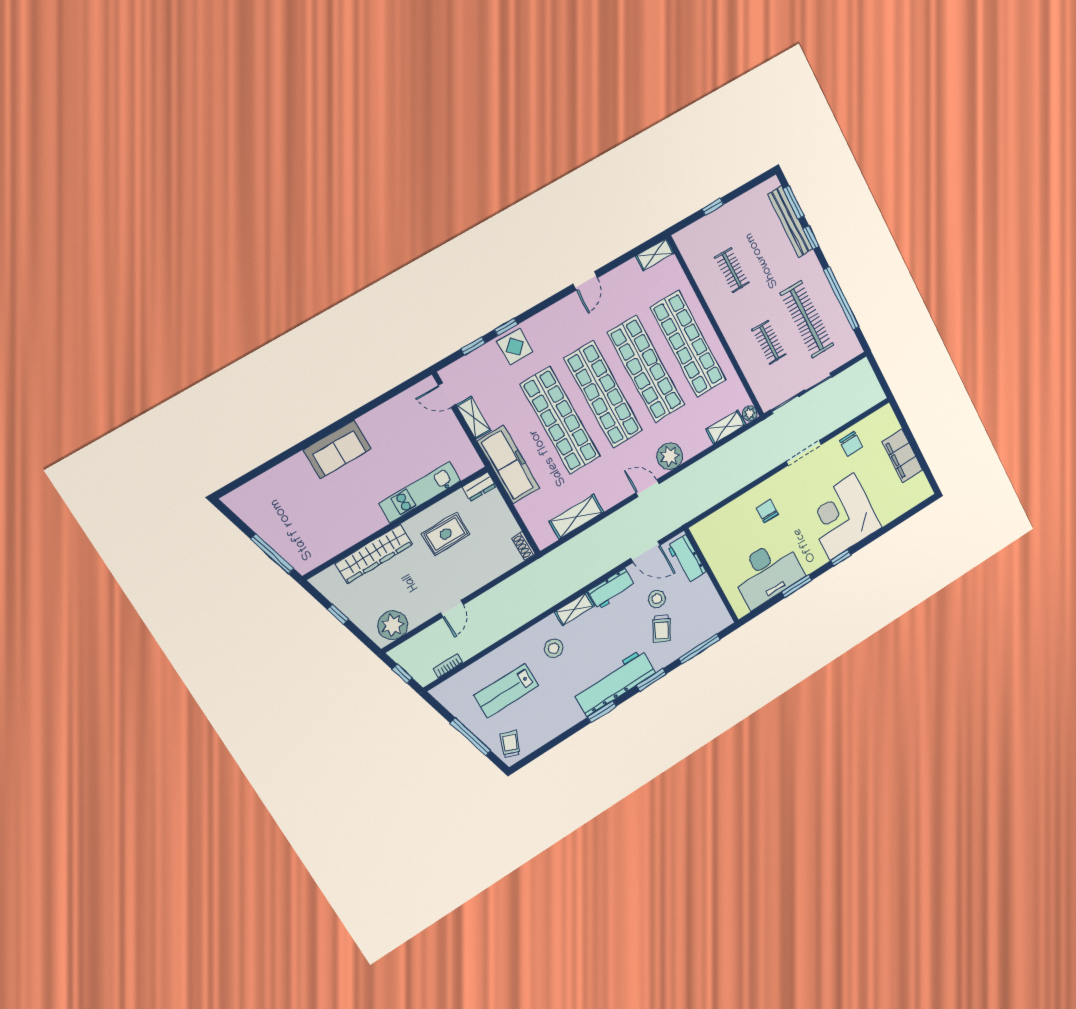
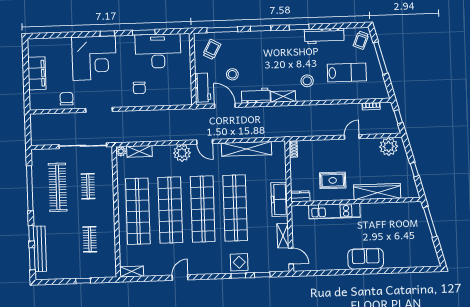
freezer: (508, 465) -> (279, 199), width x0.73, depth x0.79
shelving: (576, 517) -> (246, 149), width x1.47
trolley: (662, 629) -> (212, 49), moved
workbench: (615, 683) -> (324, 36), moved, width x0.73, depth x0.76

